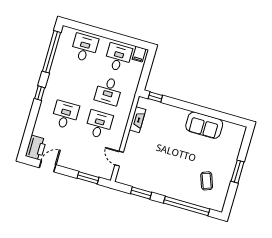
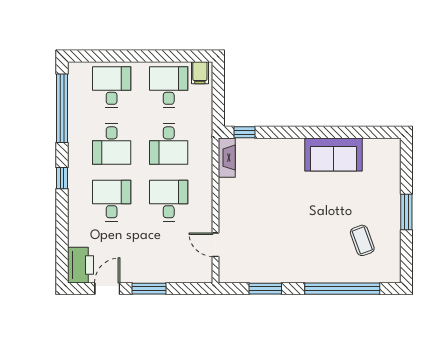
desk: (75, 81) -> (112, 144), added
fireplace: (137, 120) -> (227, 158), moved
window: (88, 178) -> (149, 289), moved

